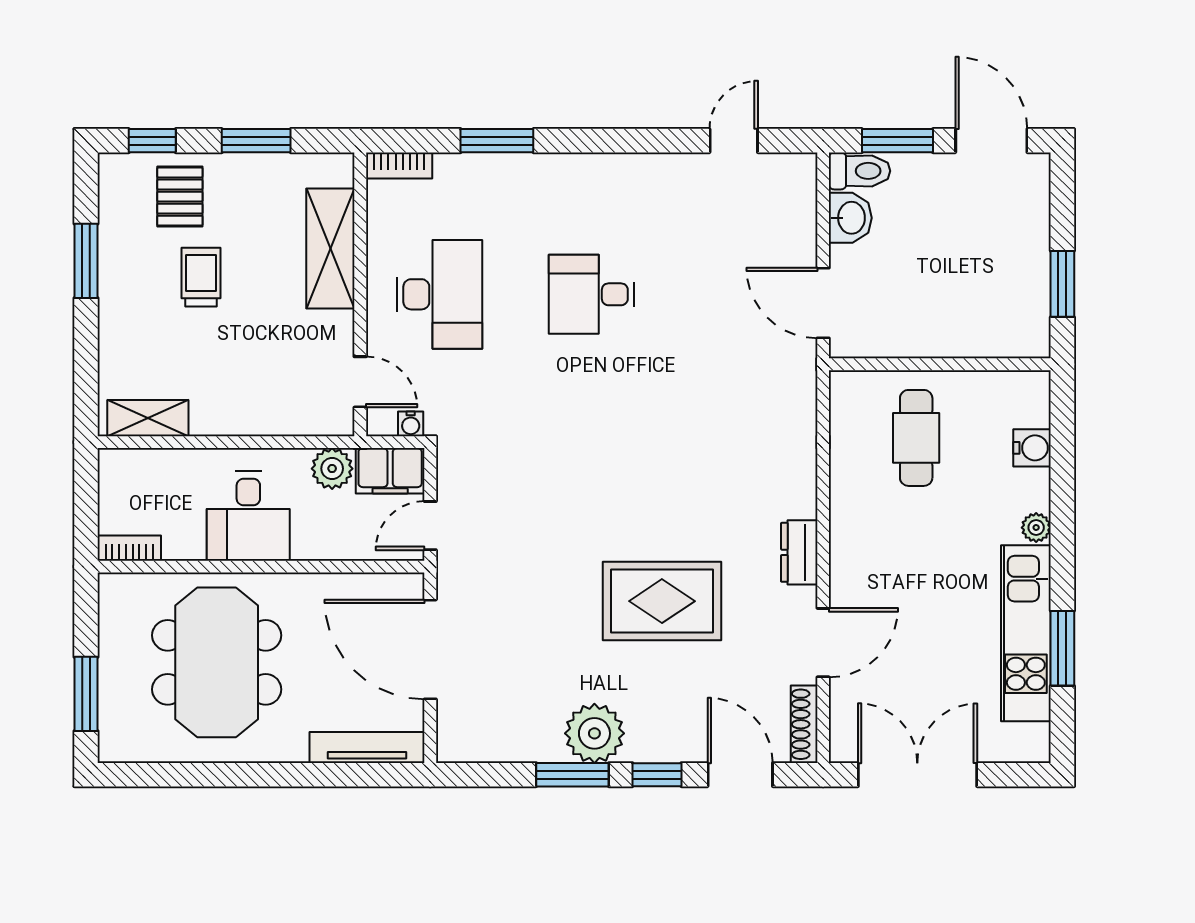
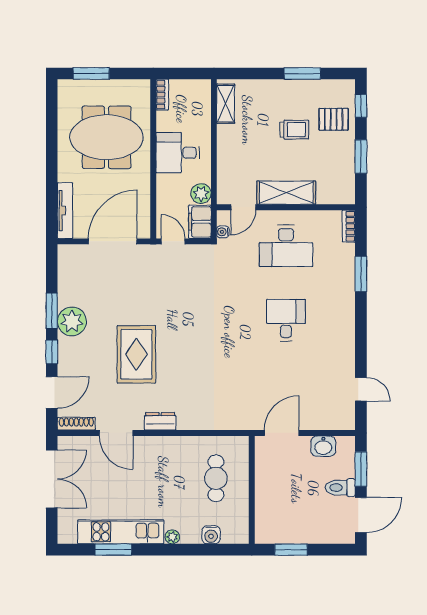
toilet: (860, 171) -> (340, 488), moved, turned 90
shelving: (330, 249) -> (286, 193), moved
cafe table: (916, 438) -> (216, 478), turned 90

